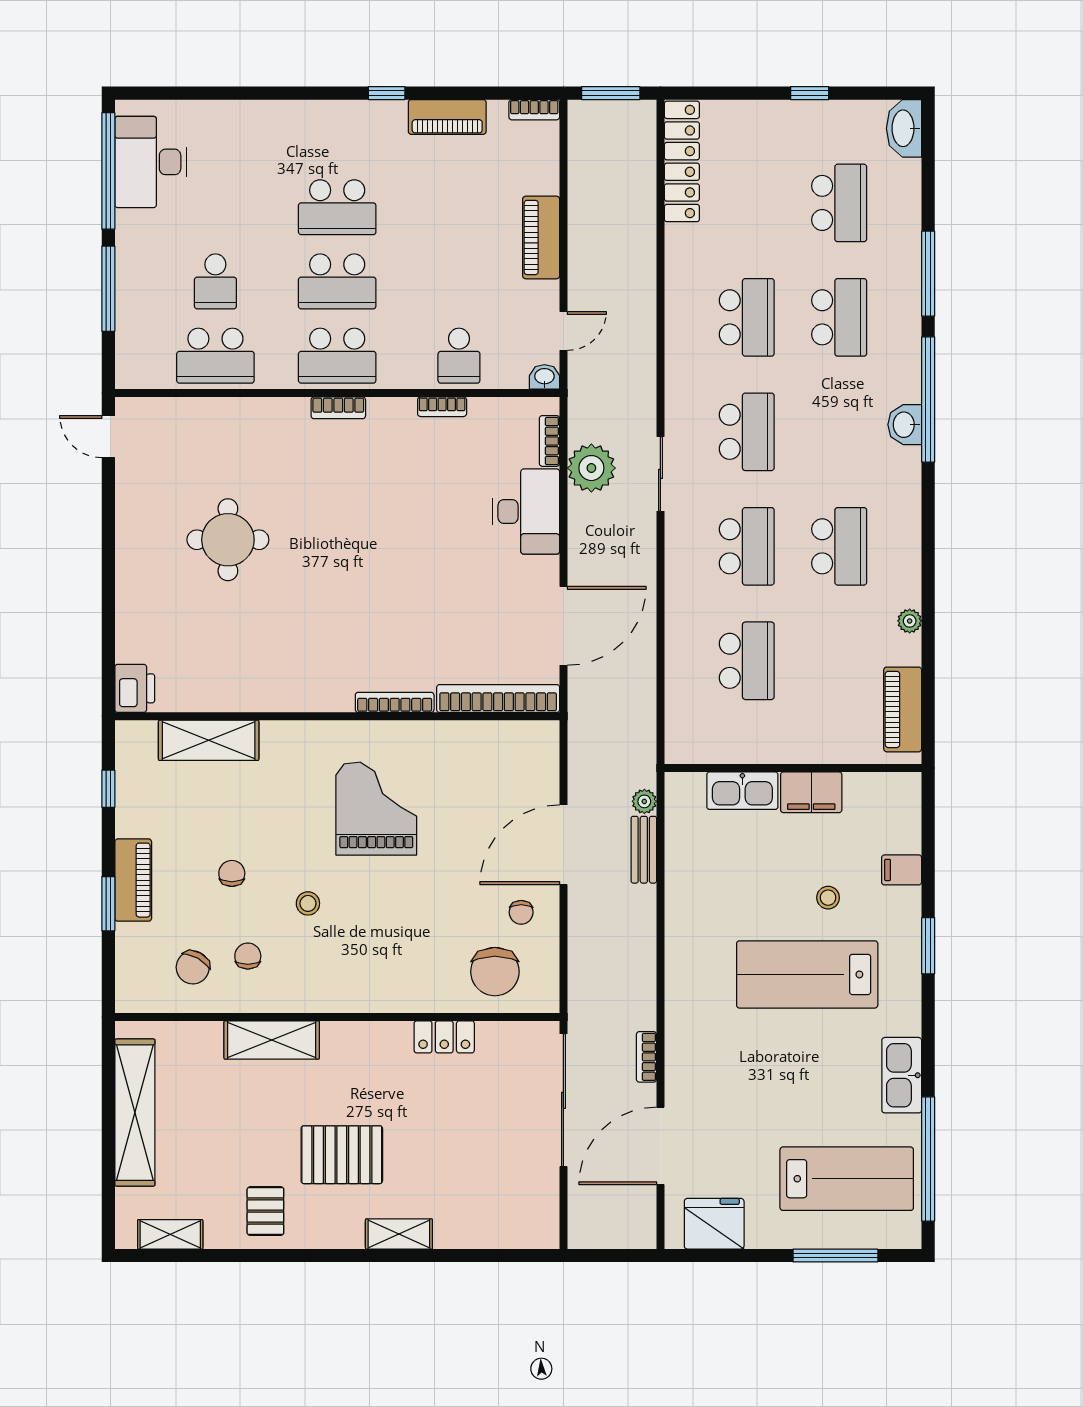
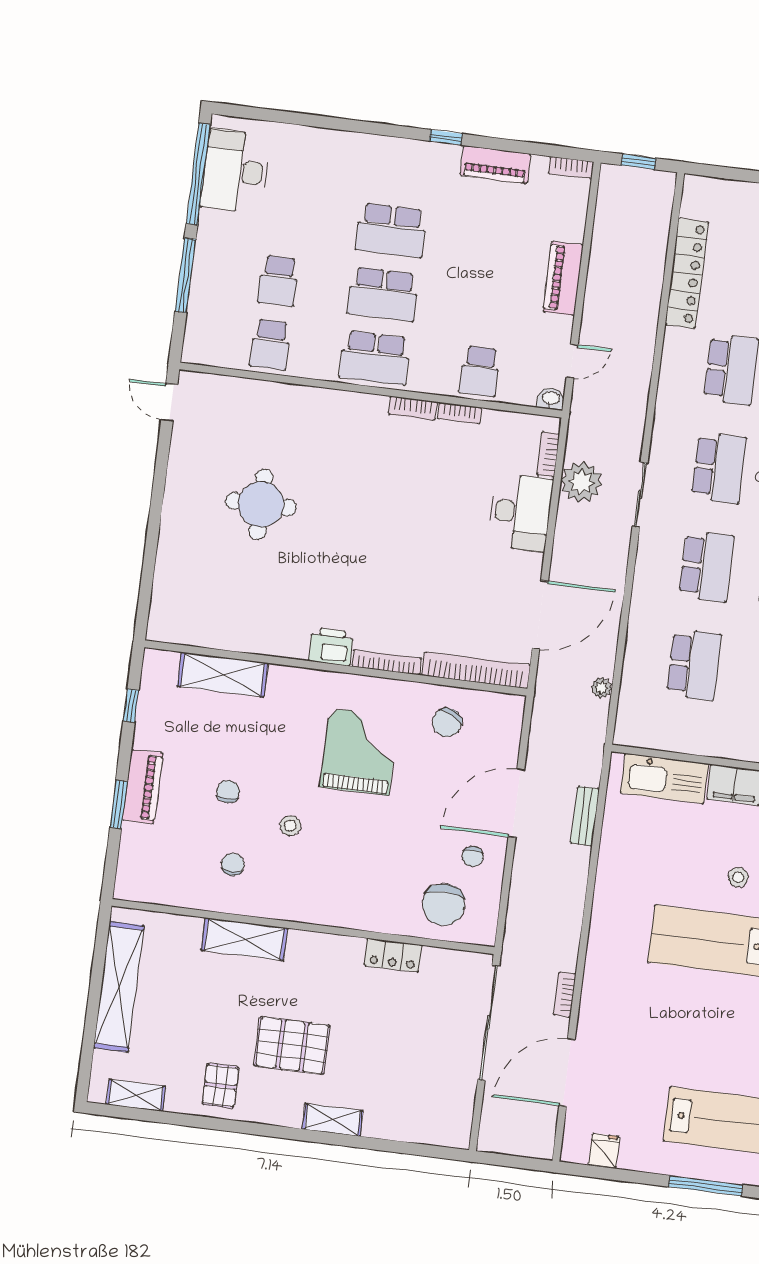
window: (611, 93) -> (639, 162), width x0.67
locker: (682, 161) -> (687, 273), moved
school desk: (215, 356) -> (270, 345), width x0.54
bookcase: (338, 408) -> (413, 408), moved
printer: (135, 688) -> (331, 647), moved, turned -90
kitchen sink: (742, 791) -> (664, 778), width x1.36, depth x1.24
plant: (644, 801) -> (602, 688), moved
chair: (193, 967) -> (447, 722), moved
fridge: (714, 1224) -> (604, 1151), width x0.53, depth x0.75

